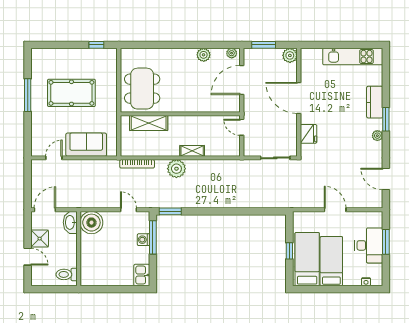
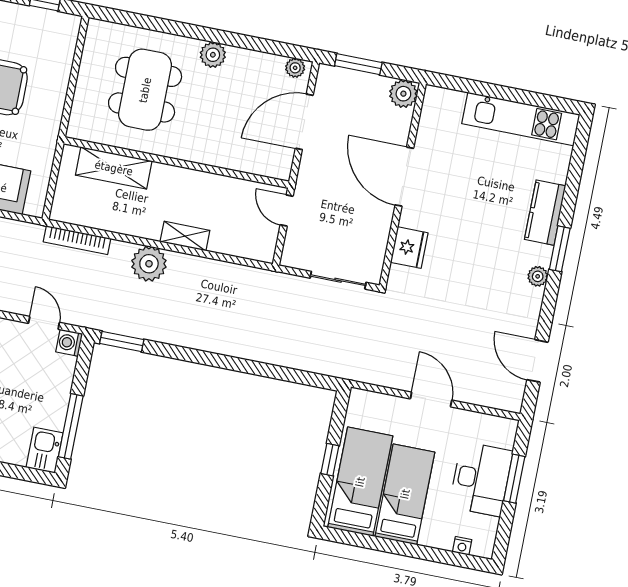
plant: (204, 55) -> (213, 55), moved
dining table: (142, 89) -> (145, 90), moved
window: (153, 237) -> (71, 426), moved
washing machine: (144, 240) -> (69, 343), moved

